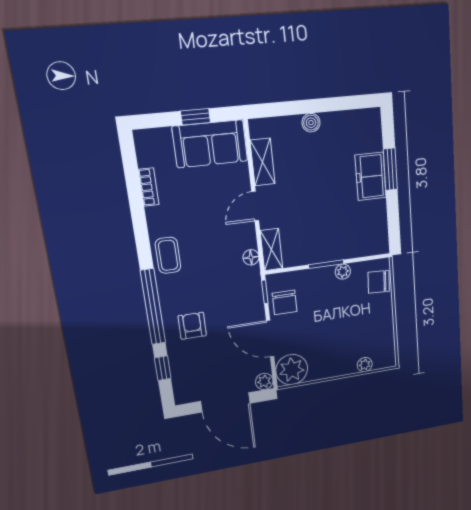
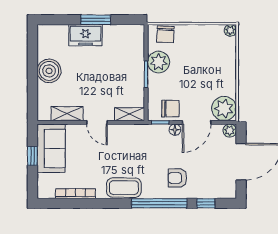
boiler: (311, 123) -> (49, 71), width x1.86, depth x1.86
window: (390, 169) -> (96, 20), moved
bookcase: (149, 187) -> (76, 194), width x1.56
coffee table: (168, 255) -> (124, 188), width x1.36, depth x1.30
floor lamp: (251, 257) -> (175, 130), moved
plant: (343, 272) -> (159, 62), width x1.88, depth x1.88
plant: (365, 365) -> (230, 30), moved

